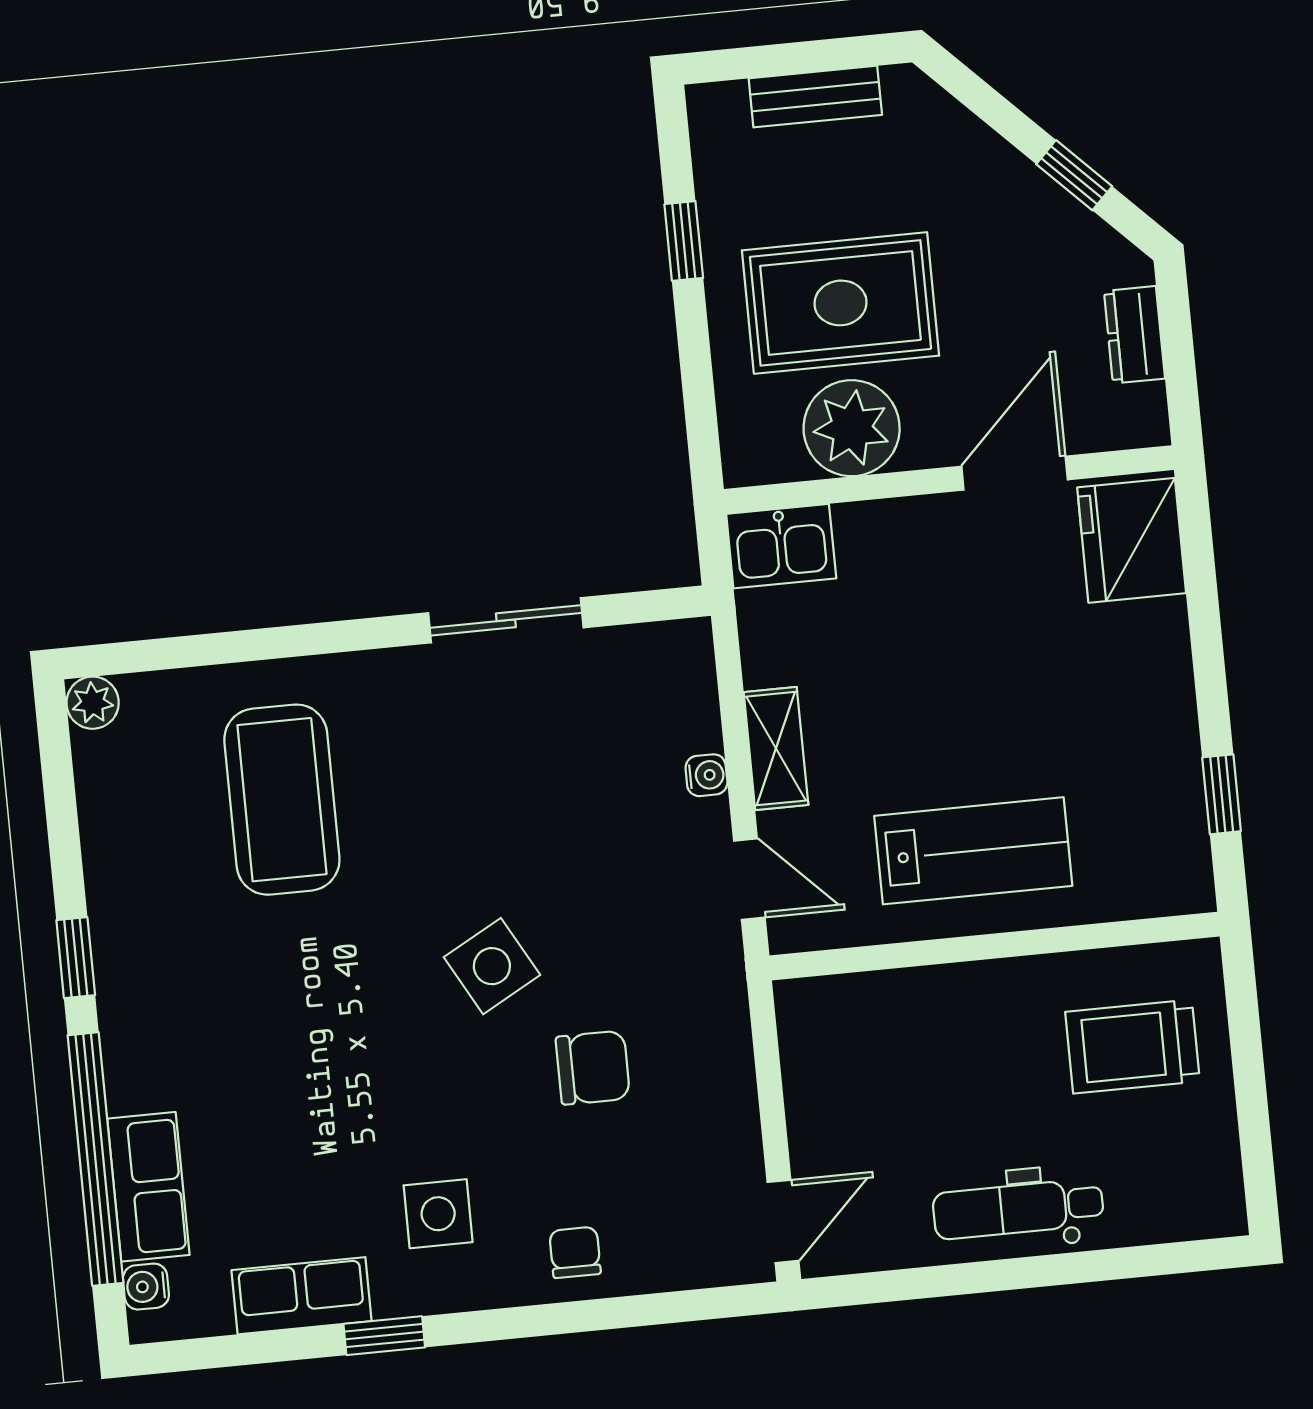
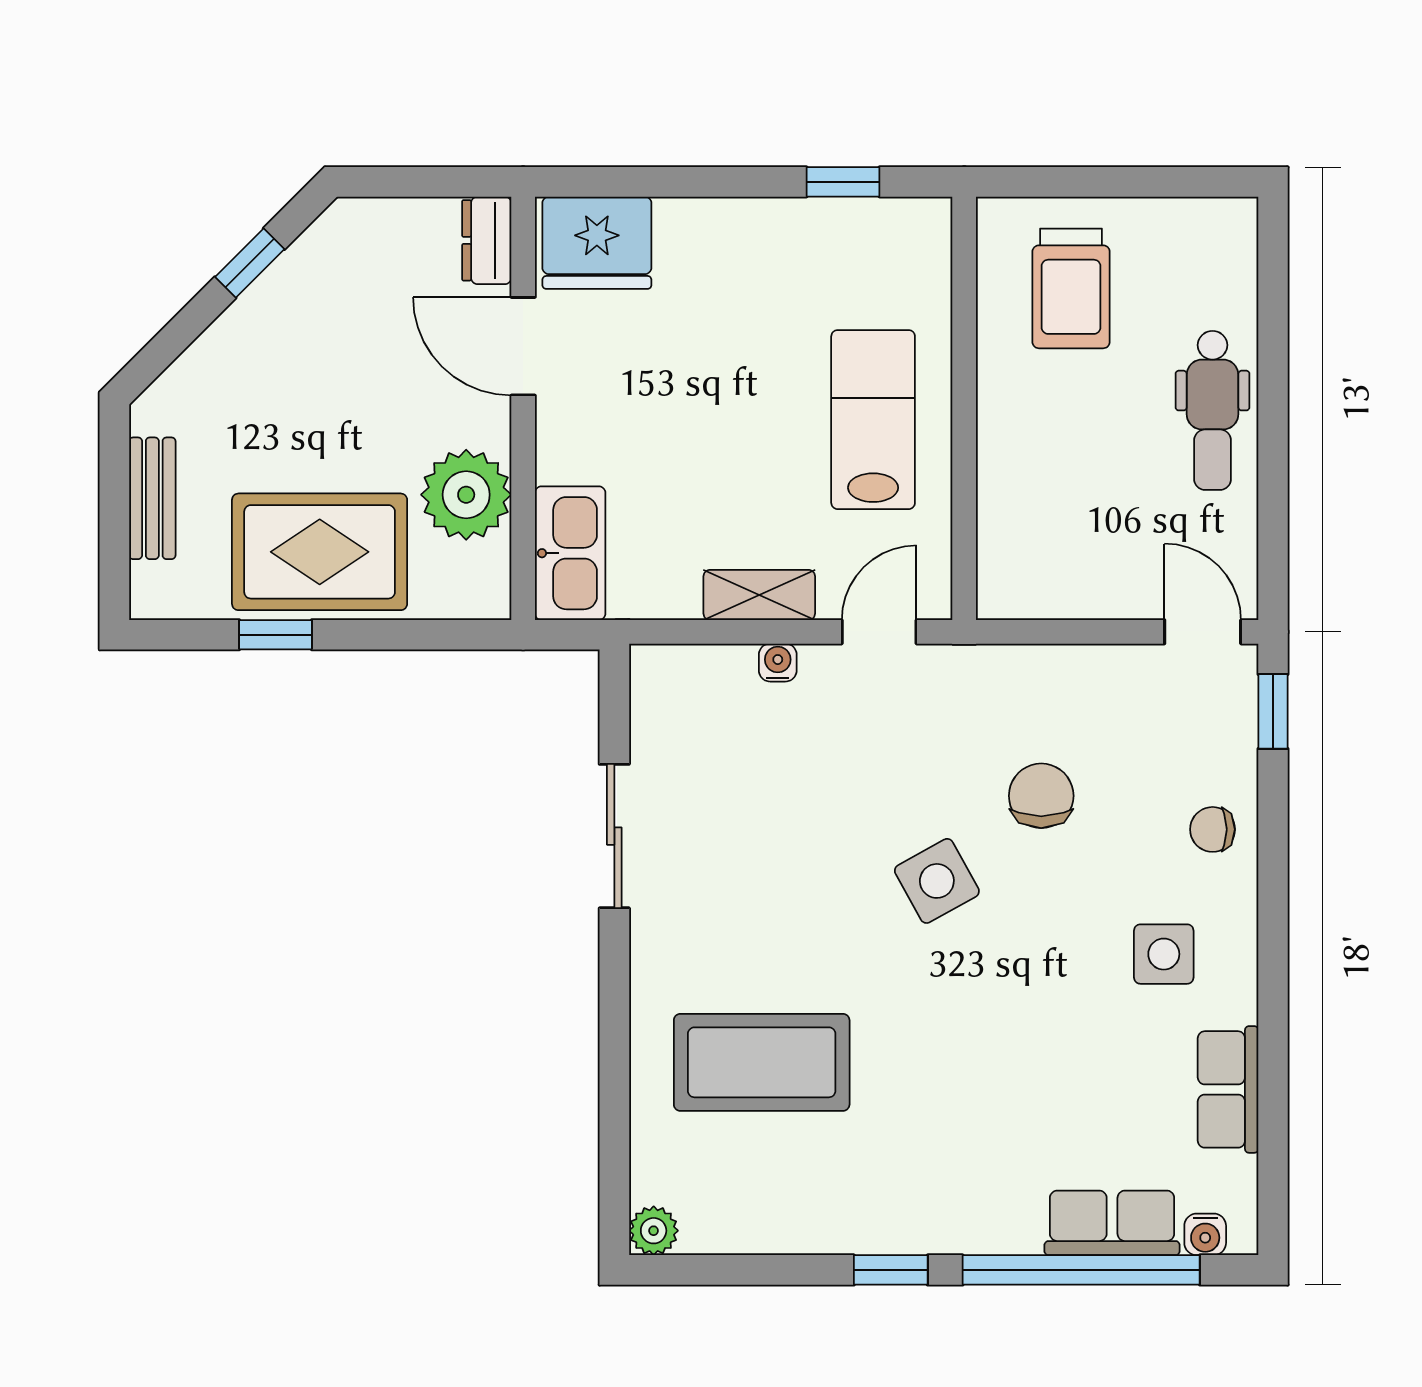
rug: (840, 303) -> (320, 552), moved, turned 90
dresser: (1134, 335) -> (487, 240), moved, turned 90
kitchen sink: (781, 546) -> (570, 553), width x1.38
window: (384, 1336) -> (1273, 711), moved

